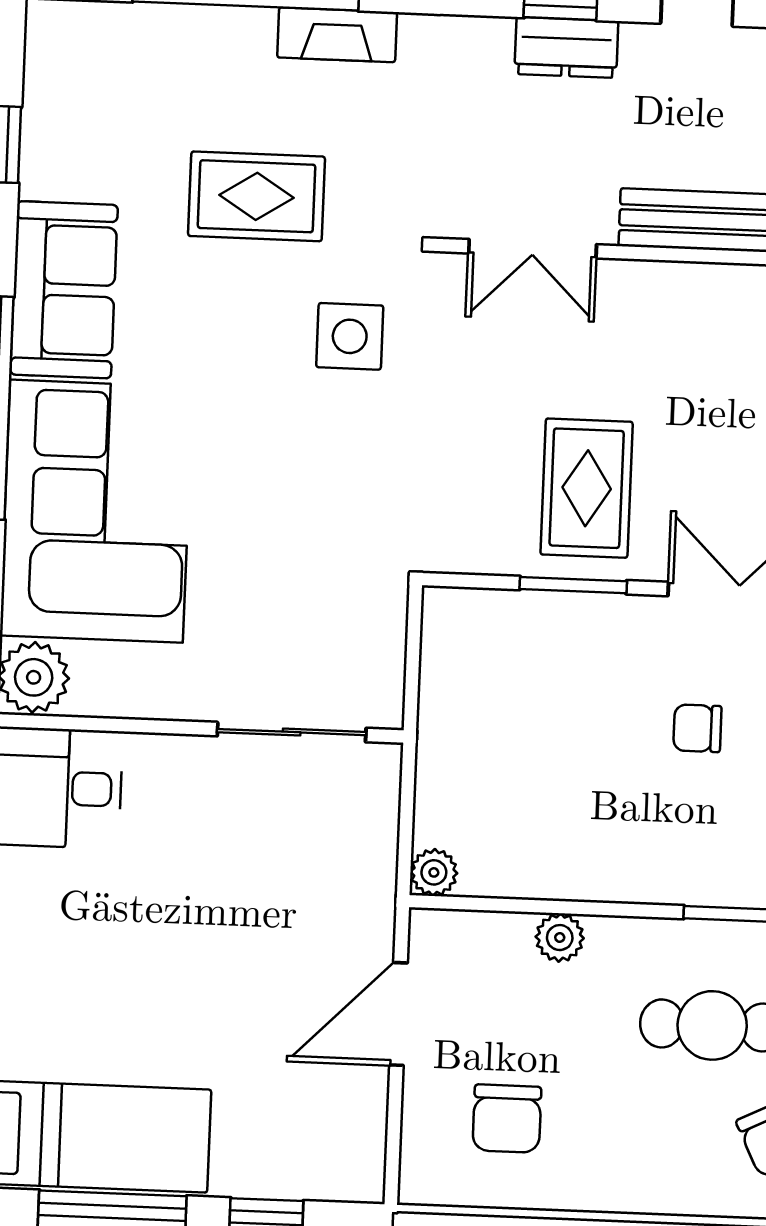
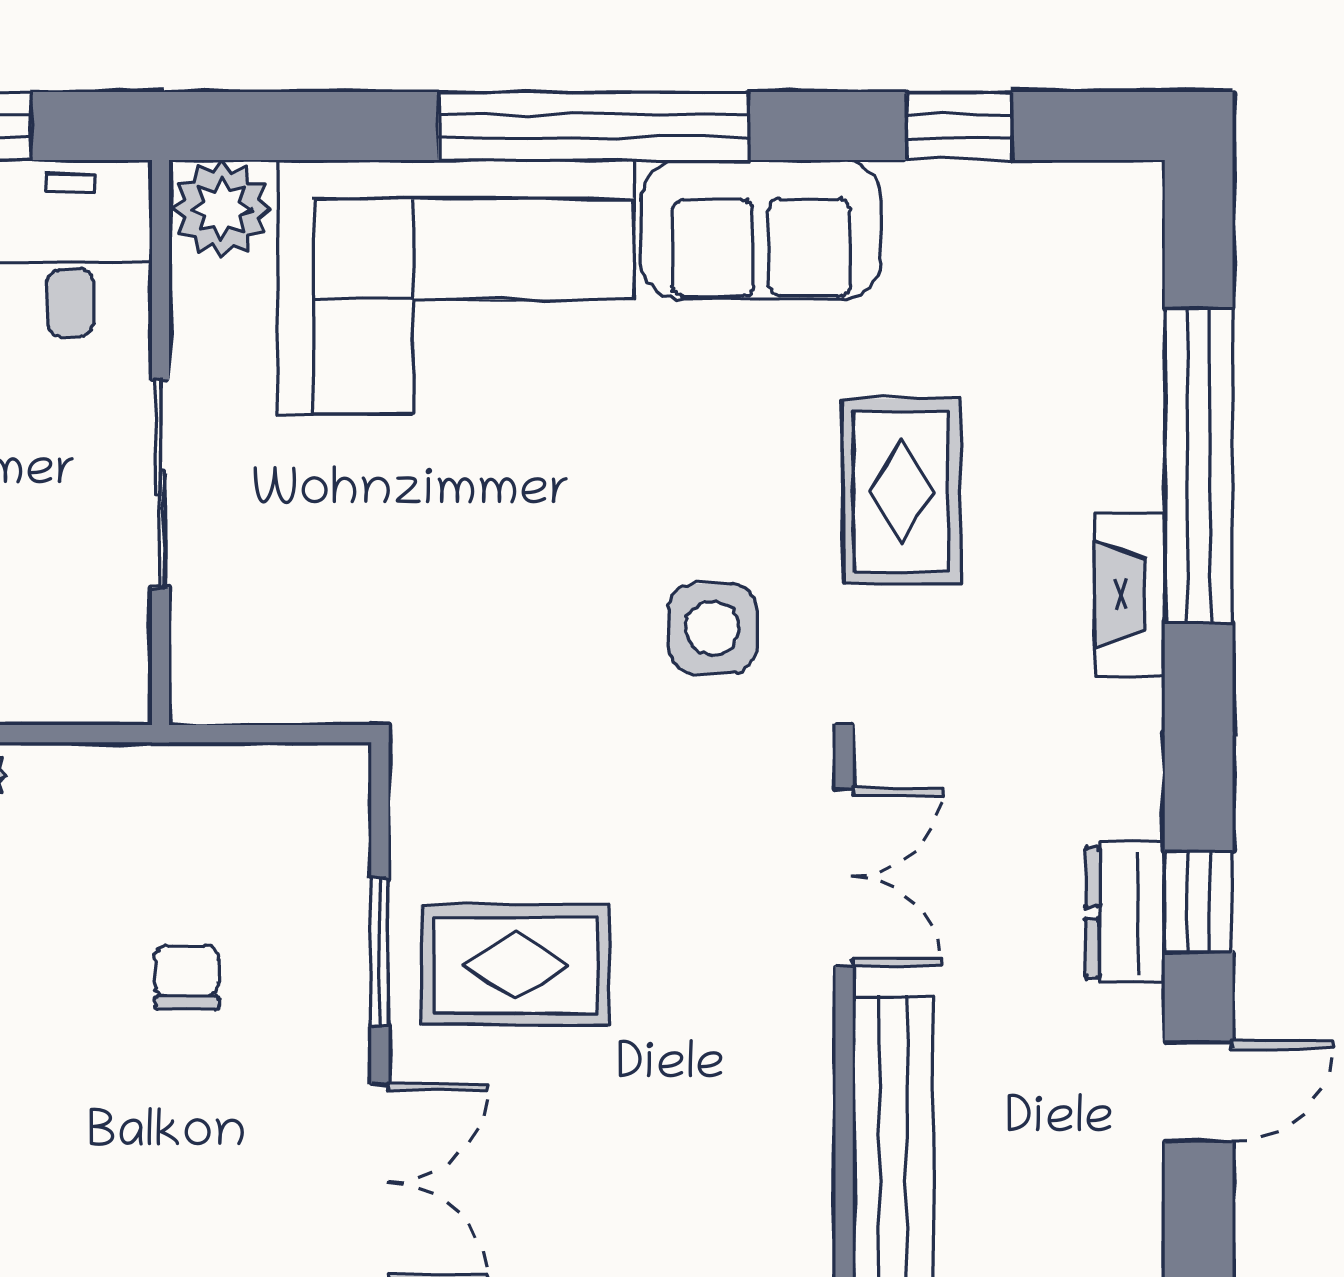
double door: (533, 249) -> (844, 877), swing flipped
chair: (697, 728) -> (186, 977), moved
sliding door: (292, 732) -> (160, 483), moved

